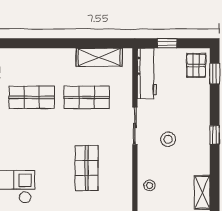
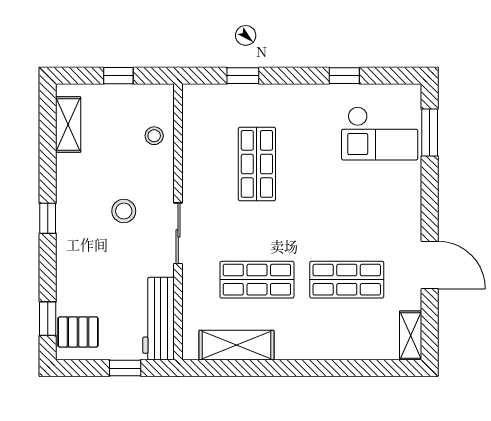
pallet: (196, 65) -> (78, 332), turned 90

